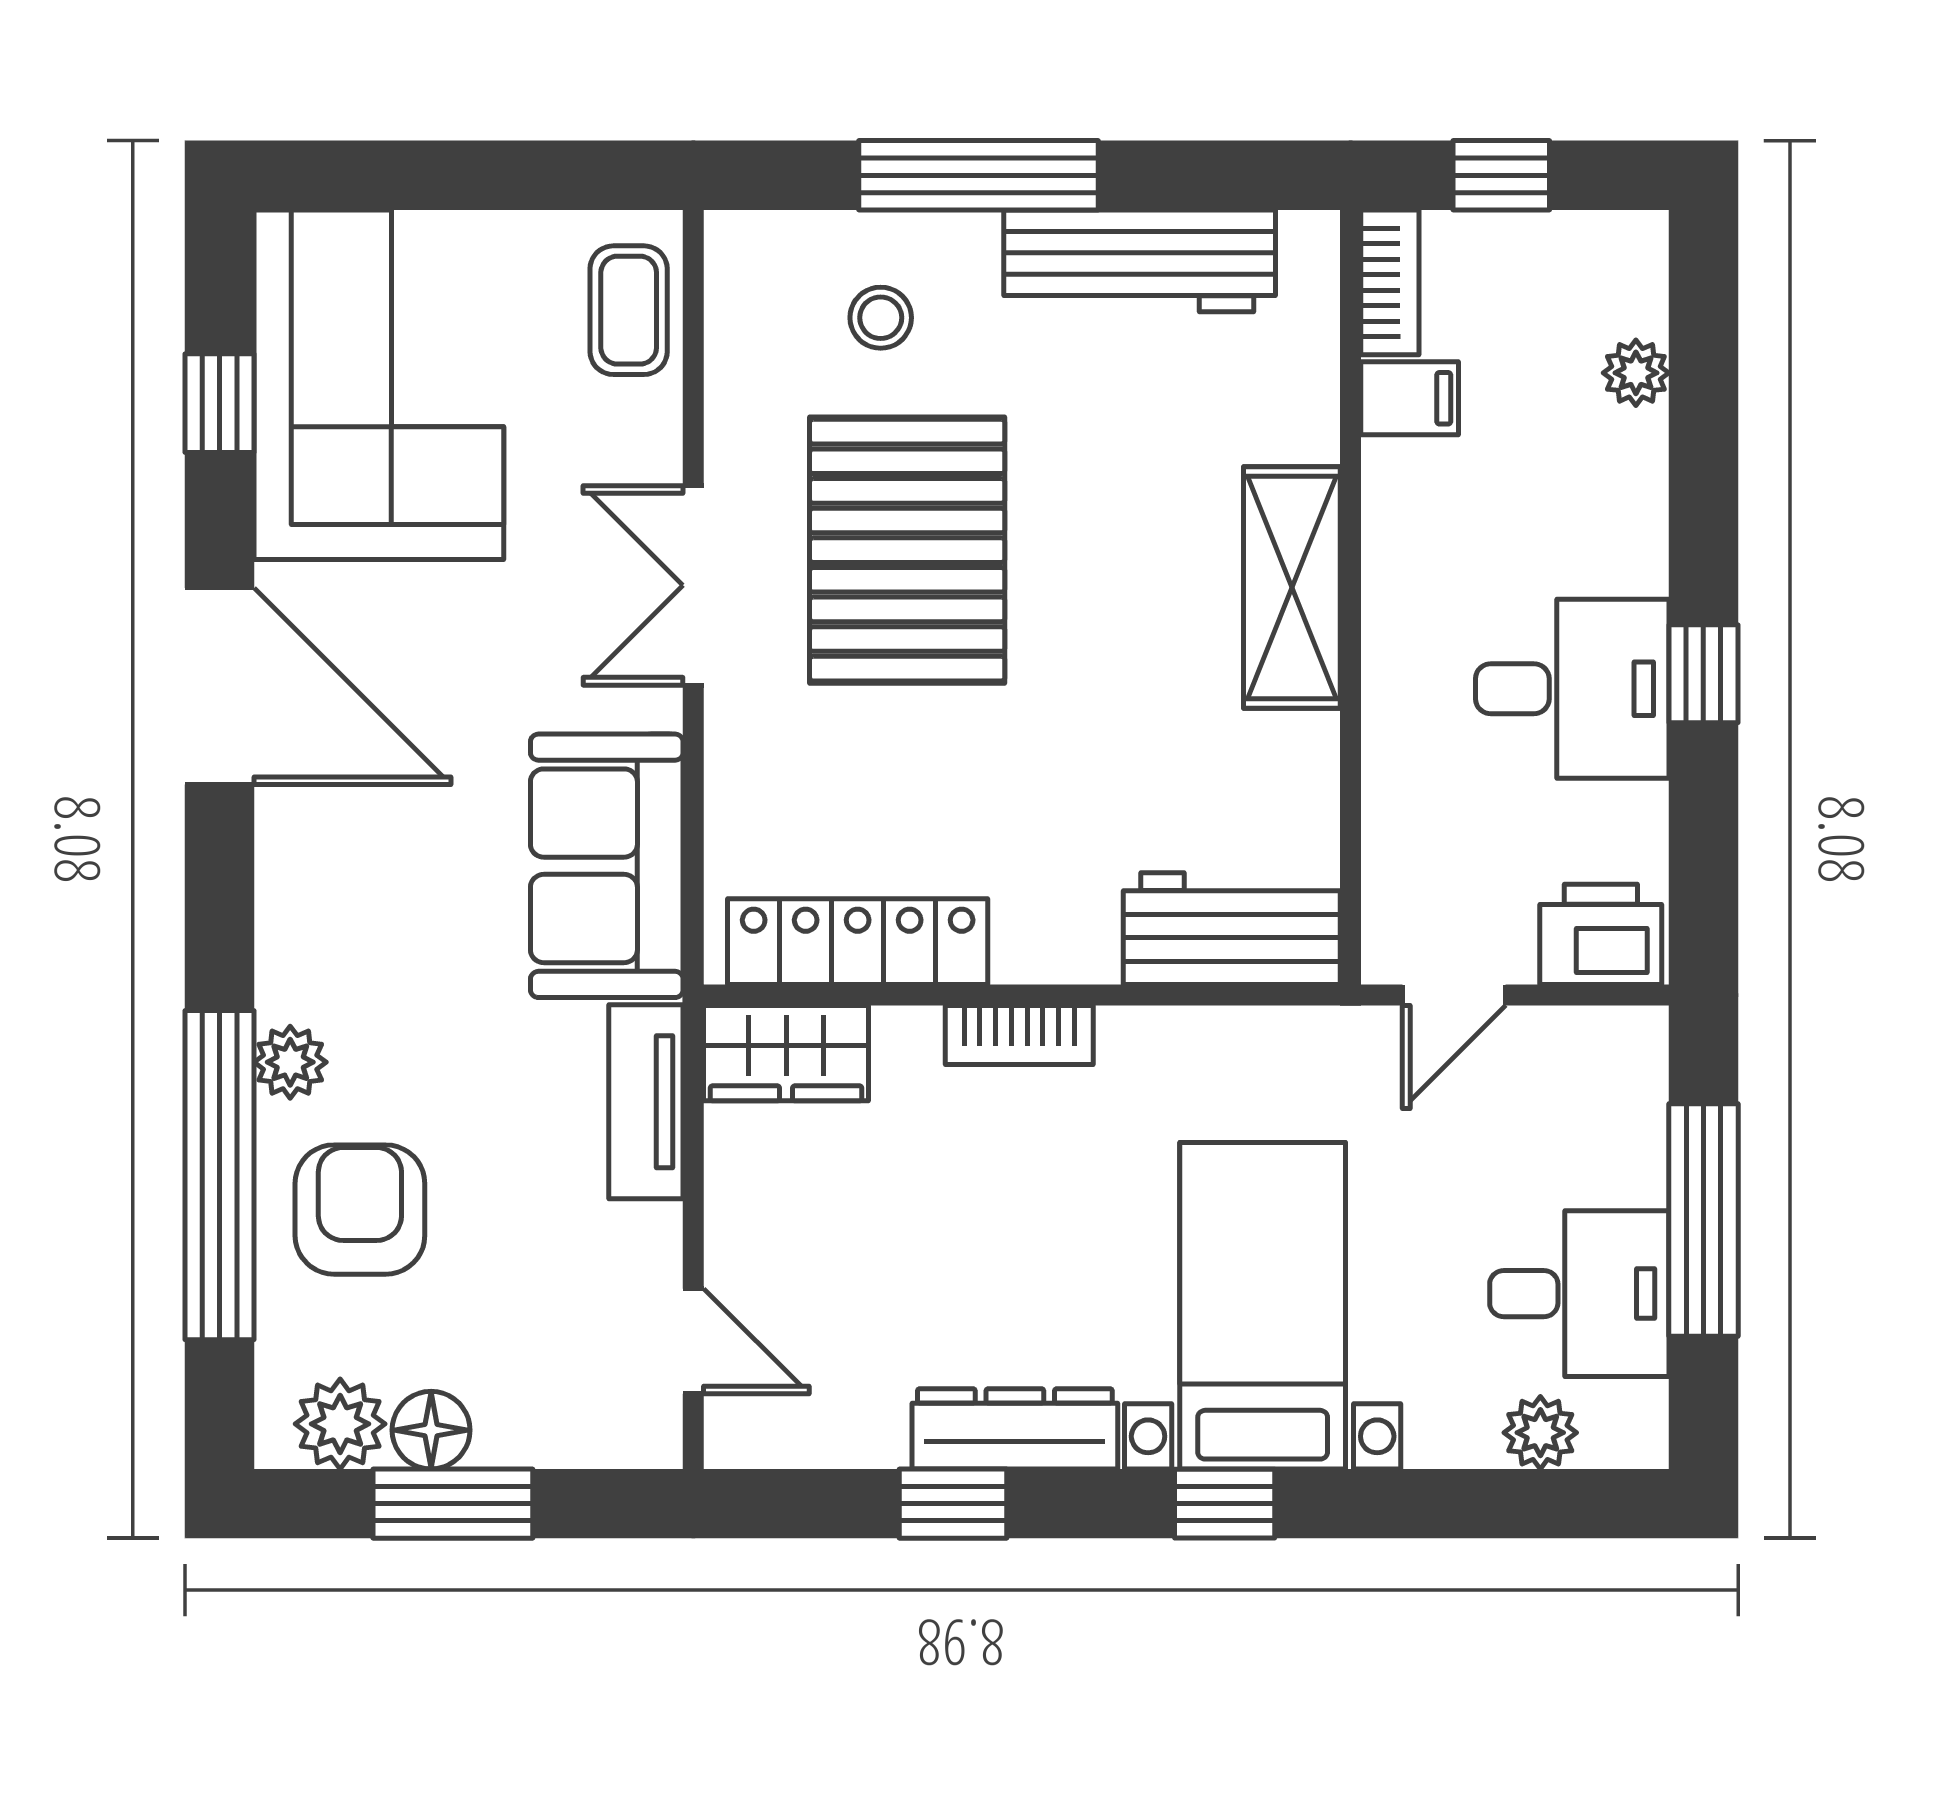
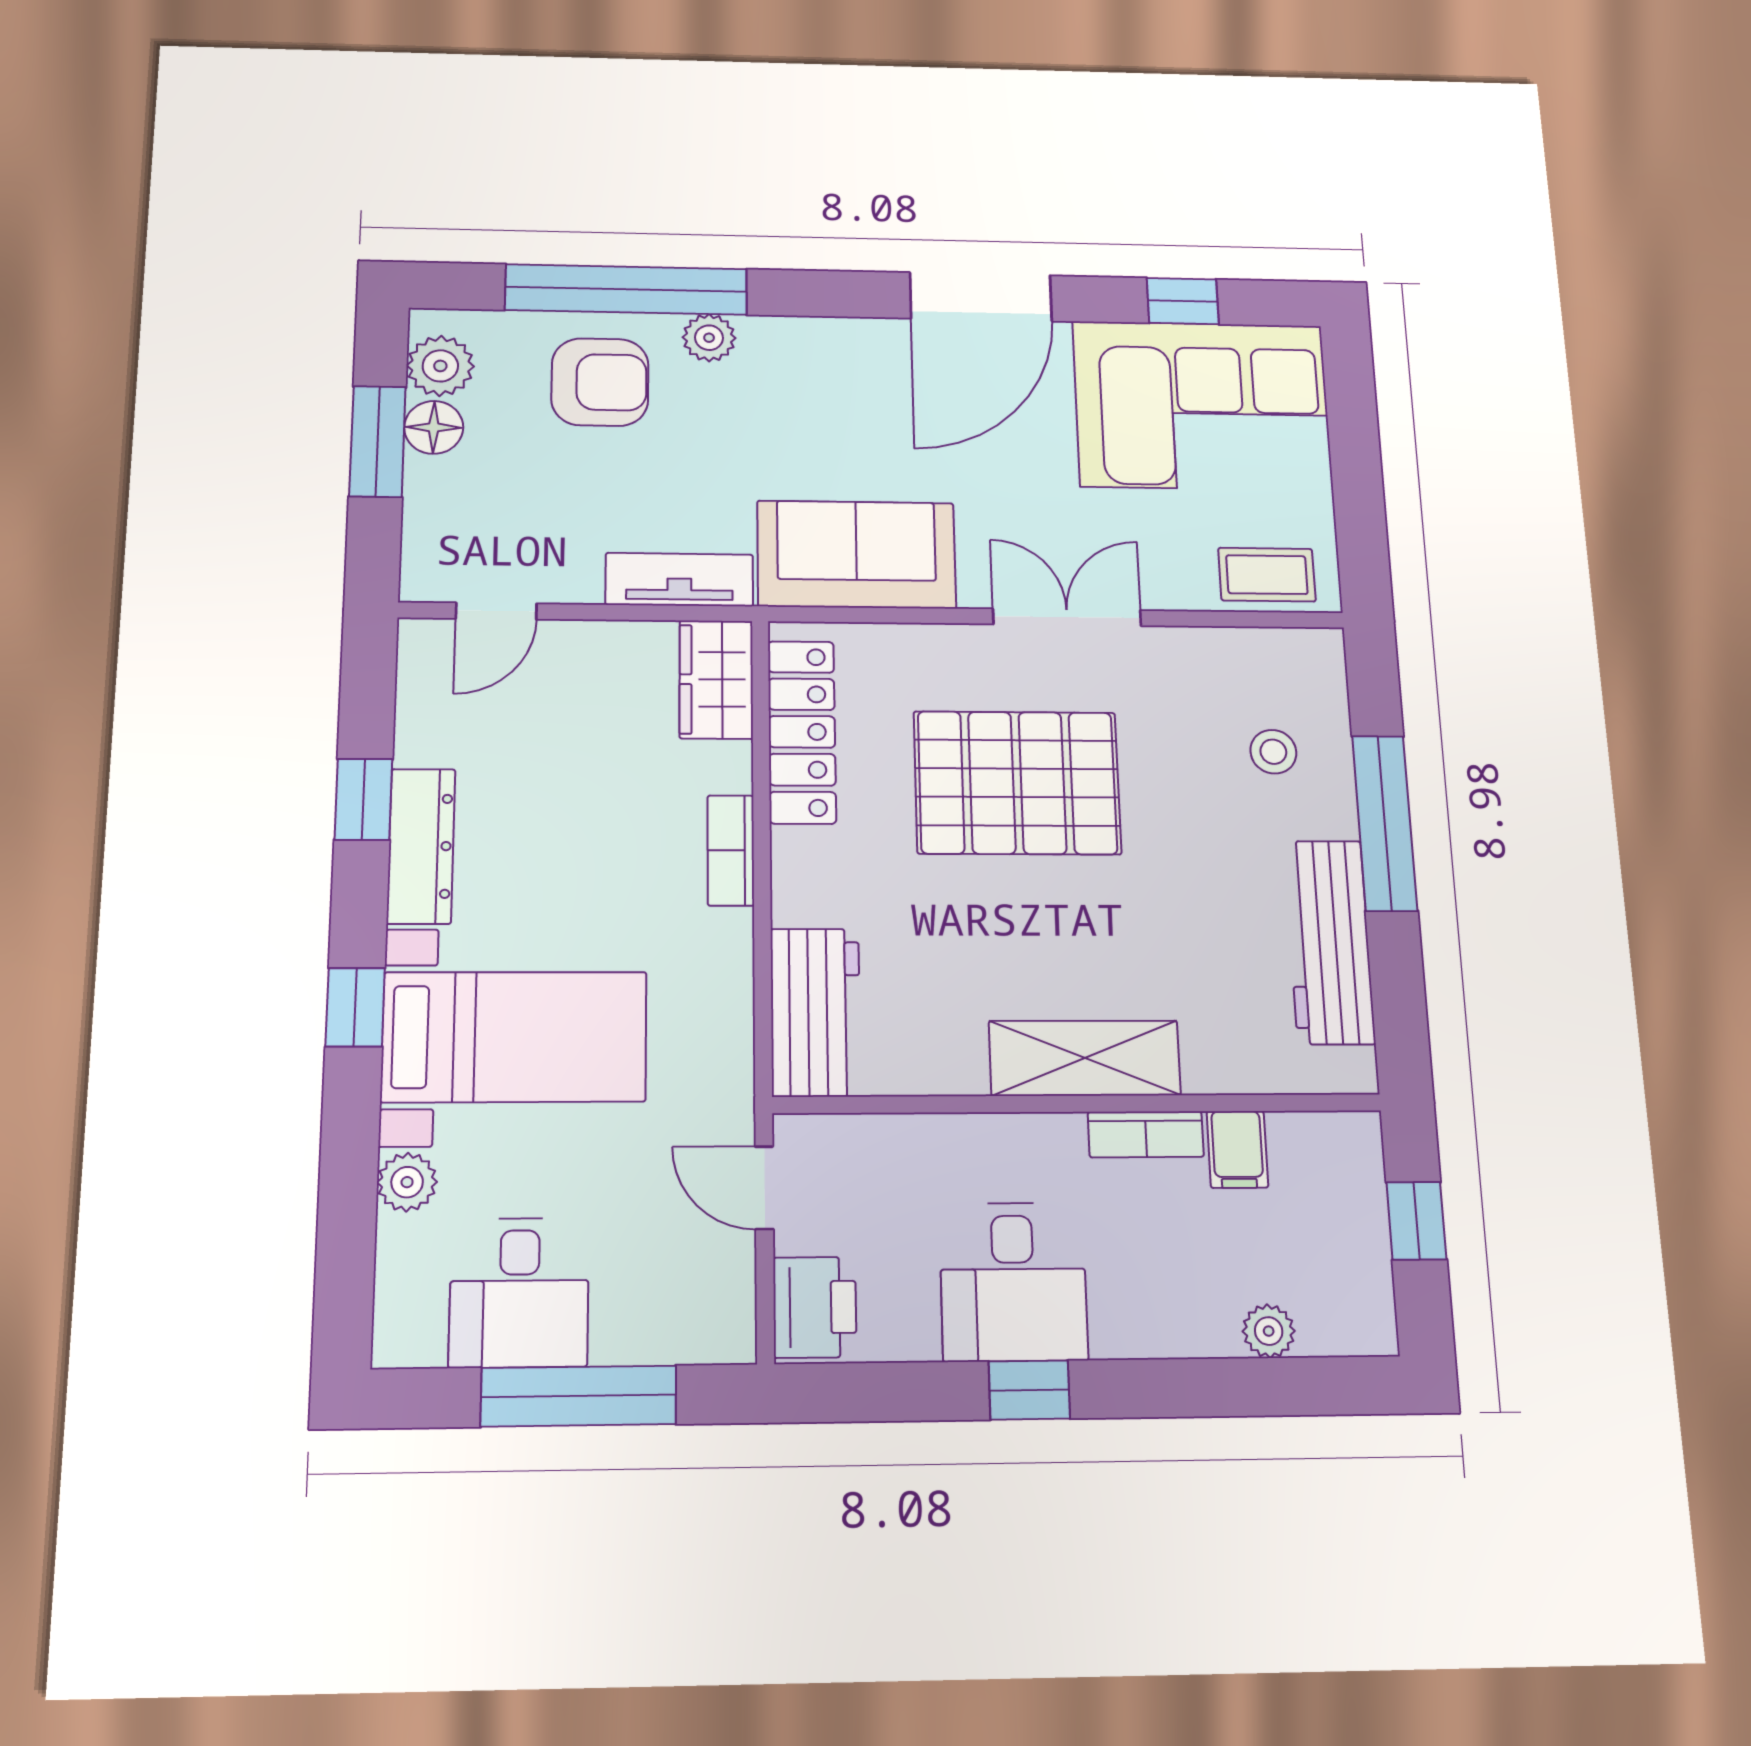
bookcase: (1390, 282) -> (1146, 1134), moved
pallet: (907, 550) -> (1017, 783), moved
plant: (1540, 1433) -> (407, 1182), moved

